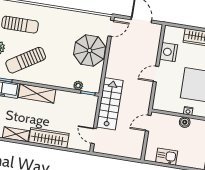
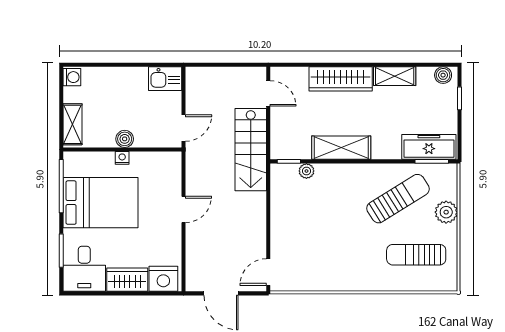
parasol: (90, 51) -> (297, 230), removed
nightstand: (169, 52) -> (163, 279), moved, turned 90
shelving: (37, 93) -> (341, 148), moved
kitchen sink: (167, 157) -> (165, 79), moved

